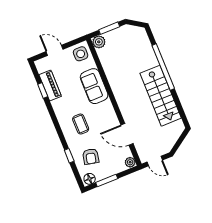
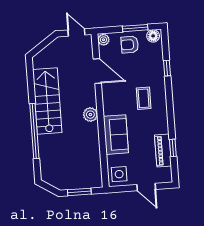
plant: (99, 42) -> (90, 115), moved
armchair: (91, 156) -> (130, 45), moved, turned -102

